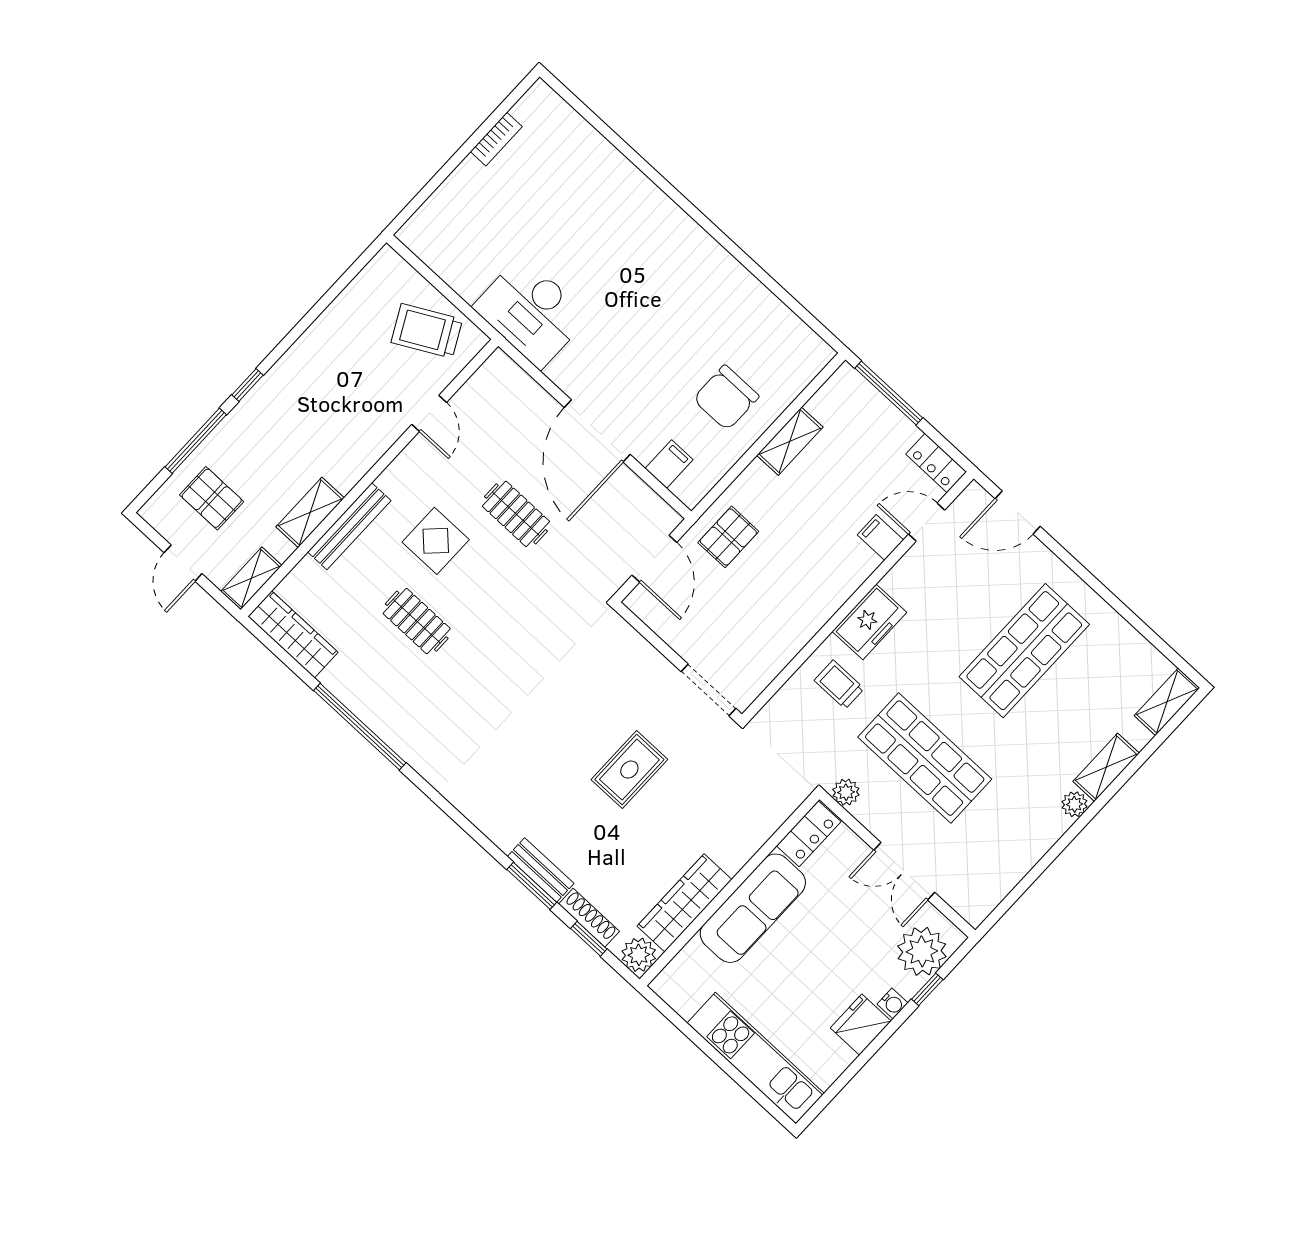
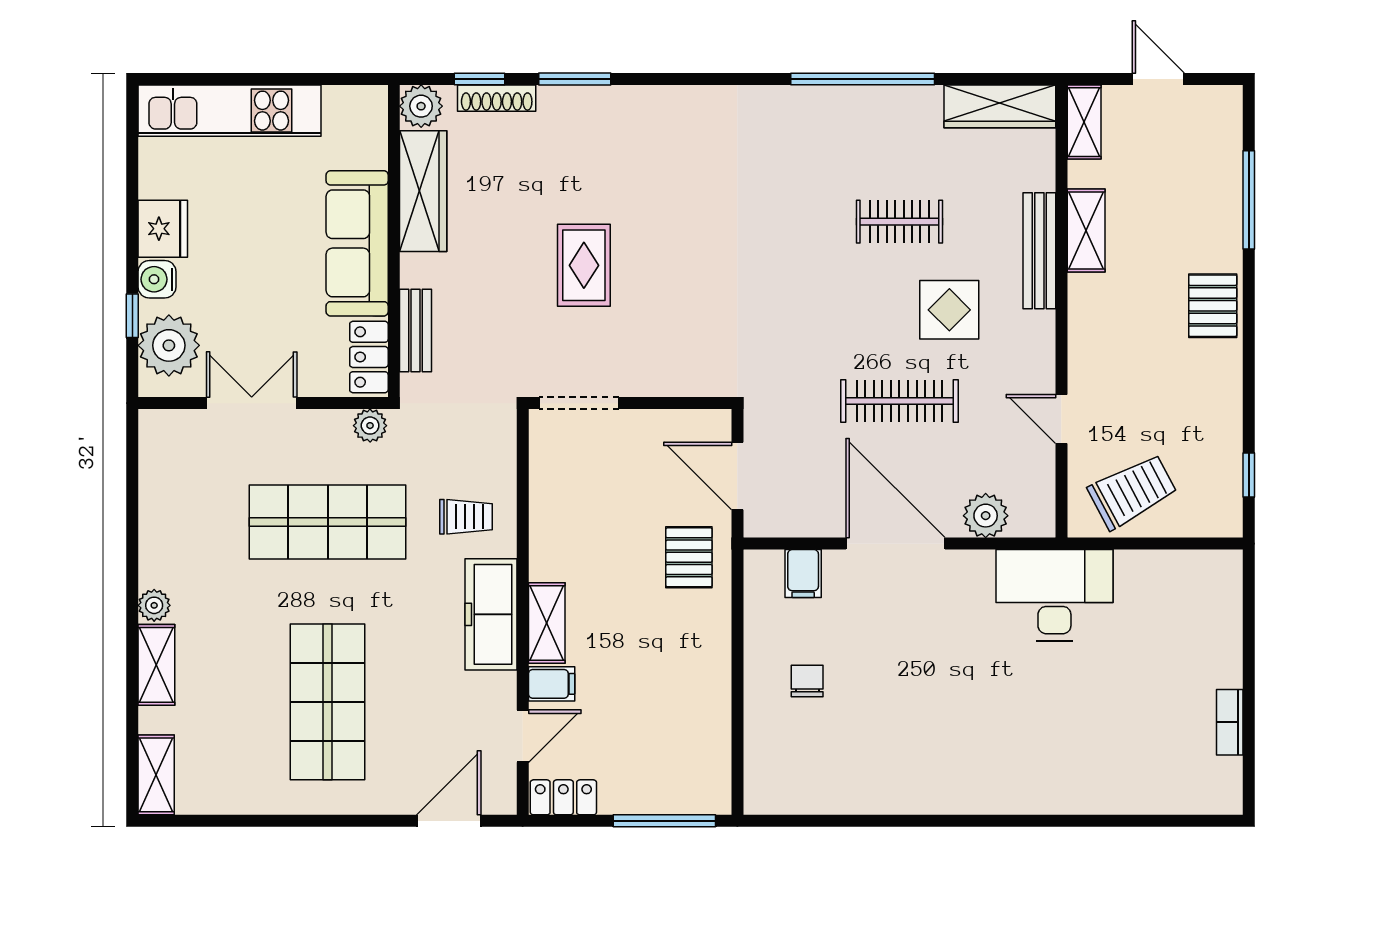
window: (247, 385) -> (1249, 475), moved
plant: (528, 398) -> (986, 516), added
chair: (726, 398) -> (807, 681), width x0.54, depth x0.54
shelving: (790, 441) -> (547, 623), moved
pallet: (212, 498) -> (1213, 306), moved, turned 90
clothes rail: (516, 514) -> (899, 401), width x1.36
freezer: (869, 622) -> (491, 614), width x1.40
bench: (541, 870) -> (416, 331), moved, turned 90
water cooler: (893, 1003) -> (157, 279), width x1.38, depth x1.38

